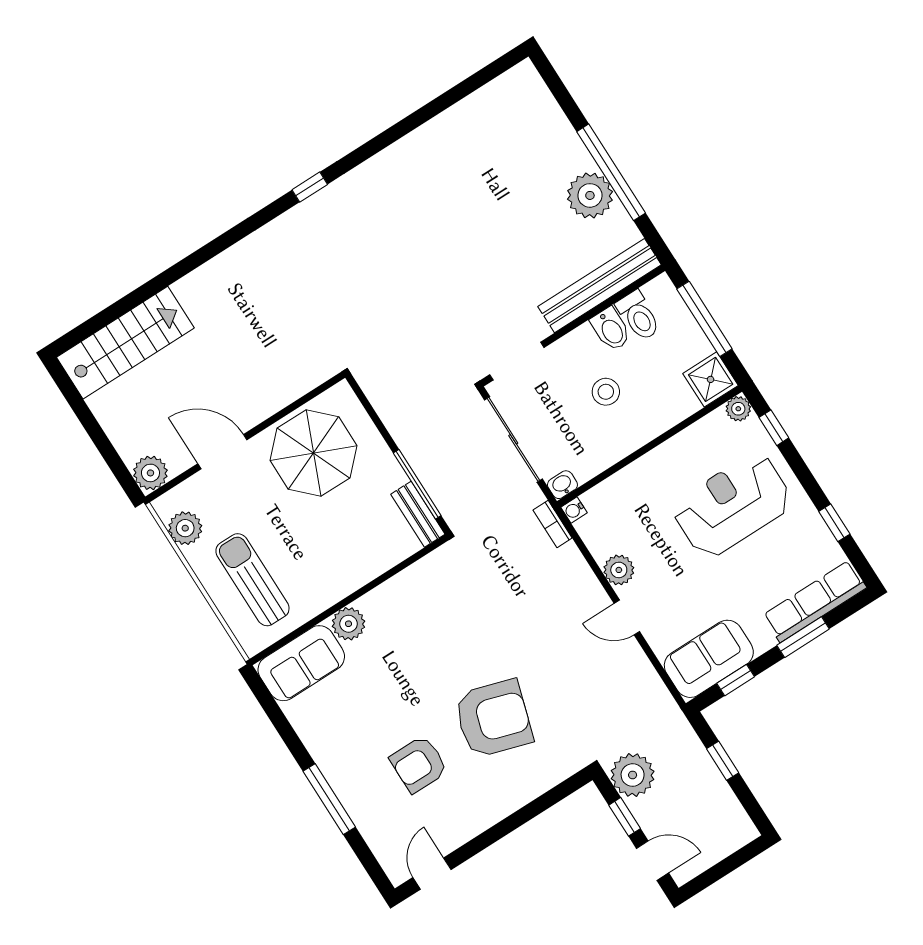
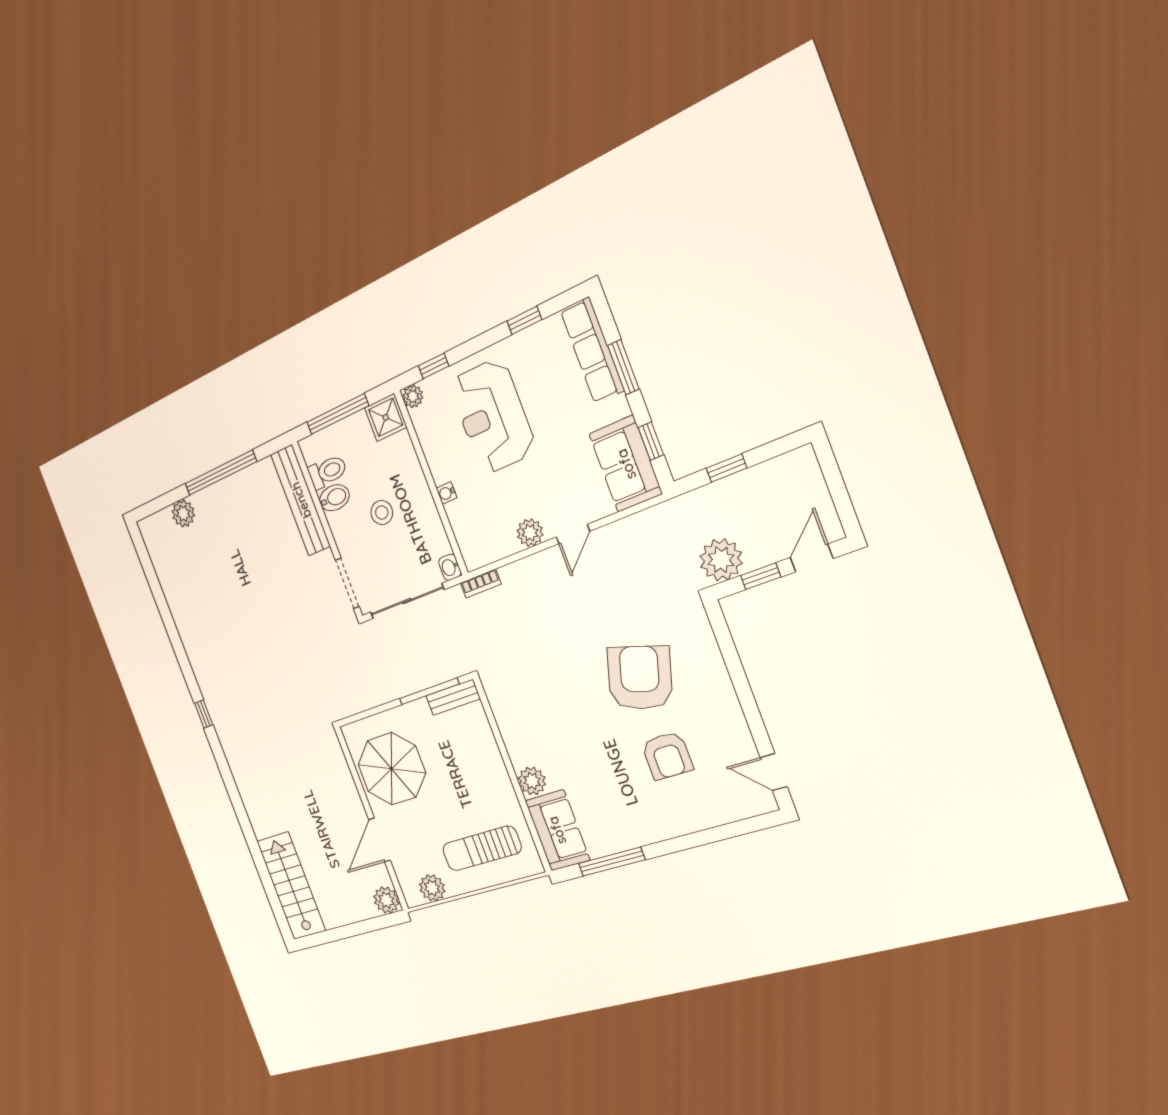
plant: (590, 195) -> (183, 513), moved, width x0.73, depth x0.73
water cooler: (574, 510) -> (447, 493), moved, turned 90
window: (329, 799) -> (612, 862), moved

